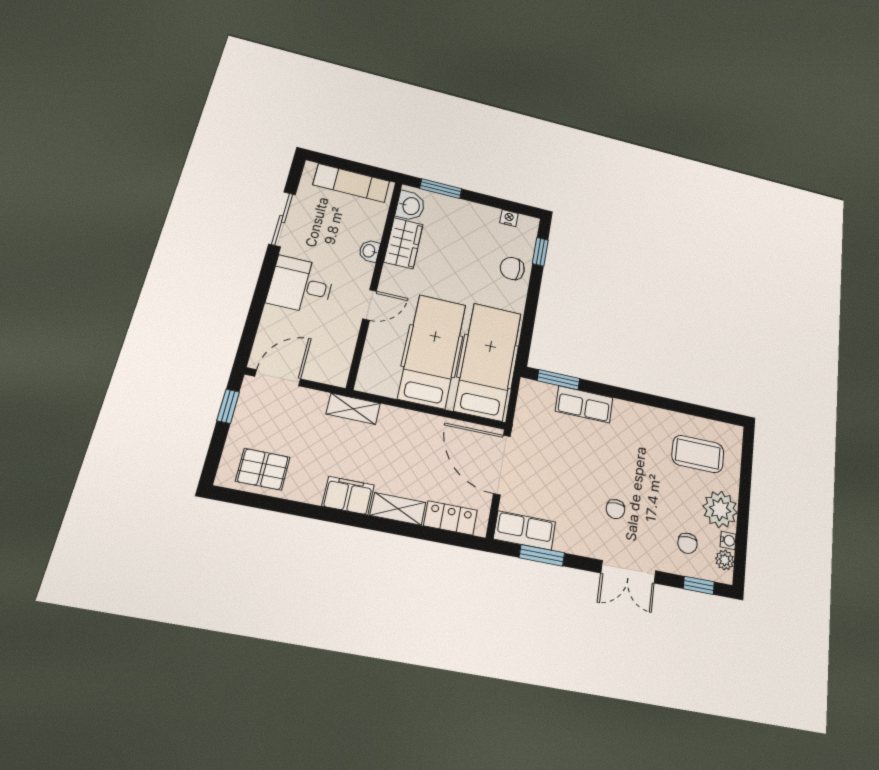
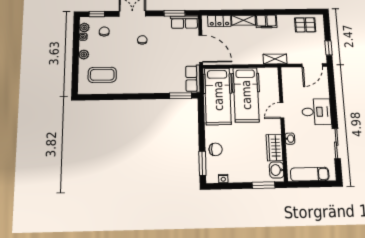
window: (540, 252) -> (202, 163), width x1.50
row of seats: (584, 404) -> (193, 79), moved, turned -90
plant: (720, 509) -> (84, 55), width x0.53, depth x0.53

